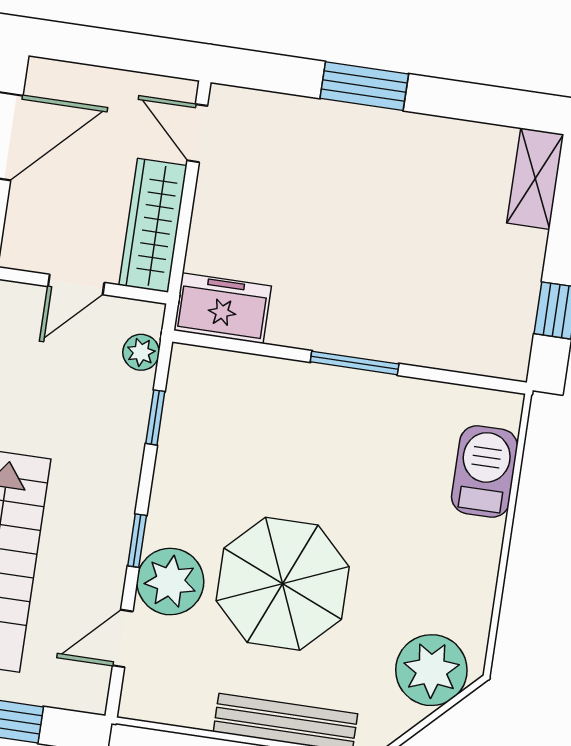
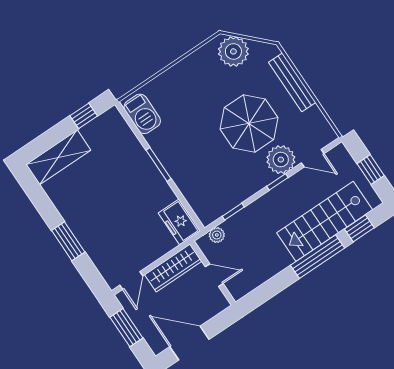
window: (124, 51) -> (126, 328), added
shelving: (535, 179) -> (58, 157), width x1.50, depth x1.33
barbecue: (485, 471) -> (142, 114), moved, turned -90

